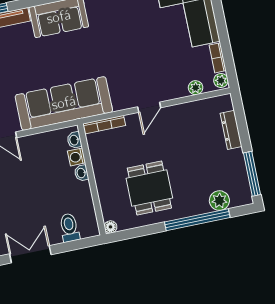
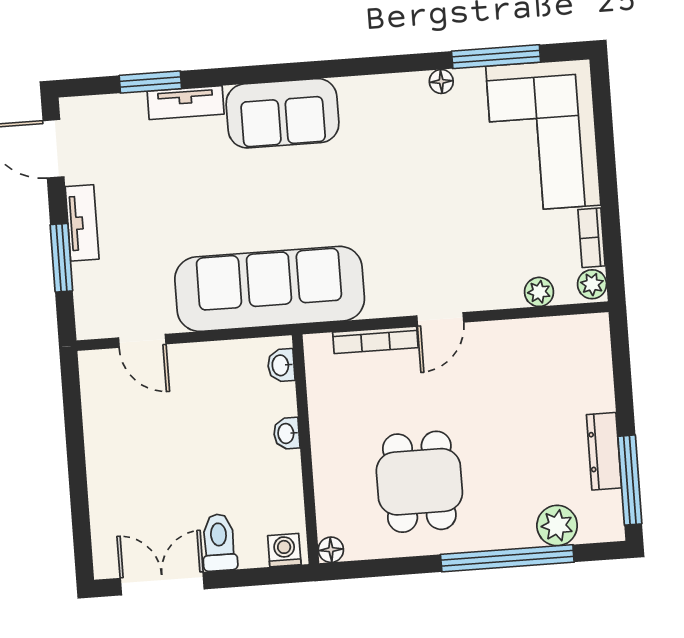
bookcase: (104, 125) -> (375, 340), moved
dresser: (231, 130) -> (604, 451), moved
washing machine: (76, 157) -> (284, 550), moved, turned 90
toilet: (69, 228) -> (219, 542), moved

